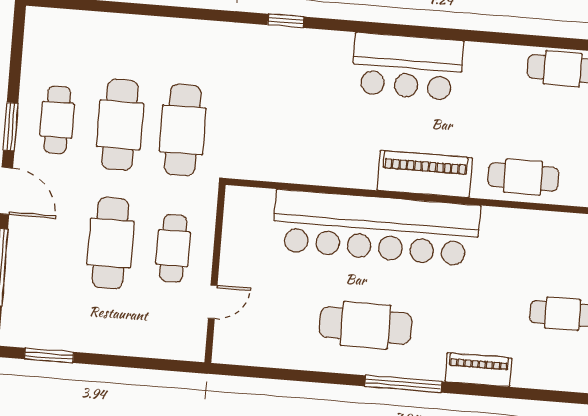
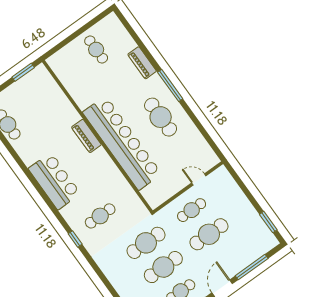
piano: (425, 174) -> (86, 136), width x0.73, depth x0.75
cafe table: (523, 177) -> (100, 216), moved, turned 90

